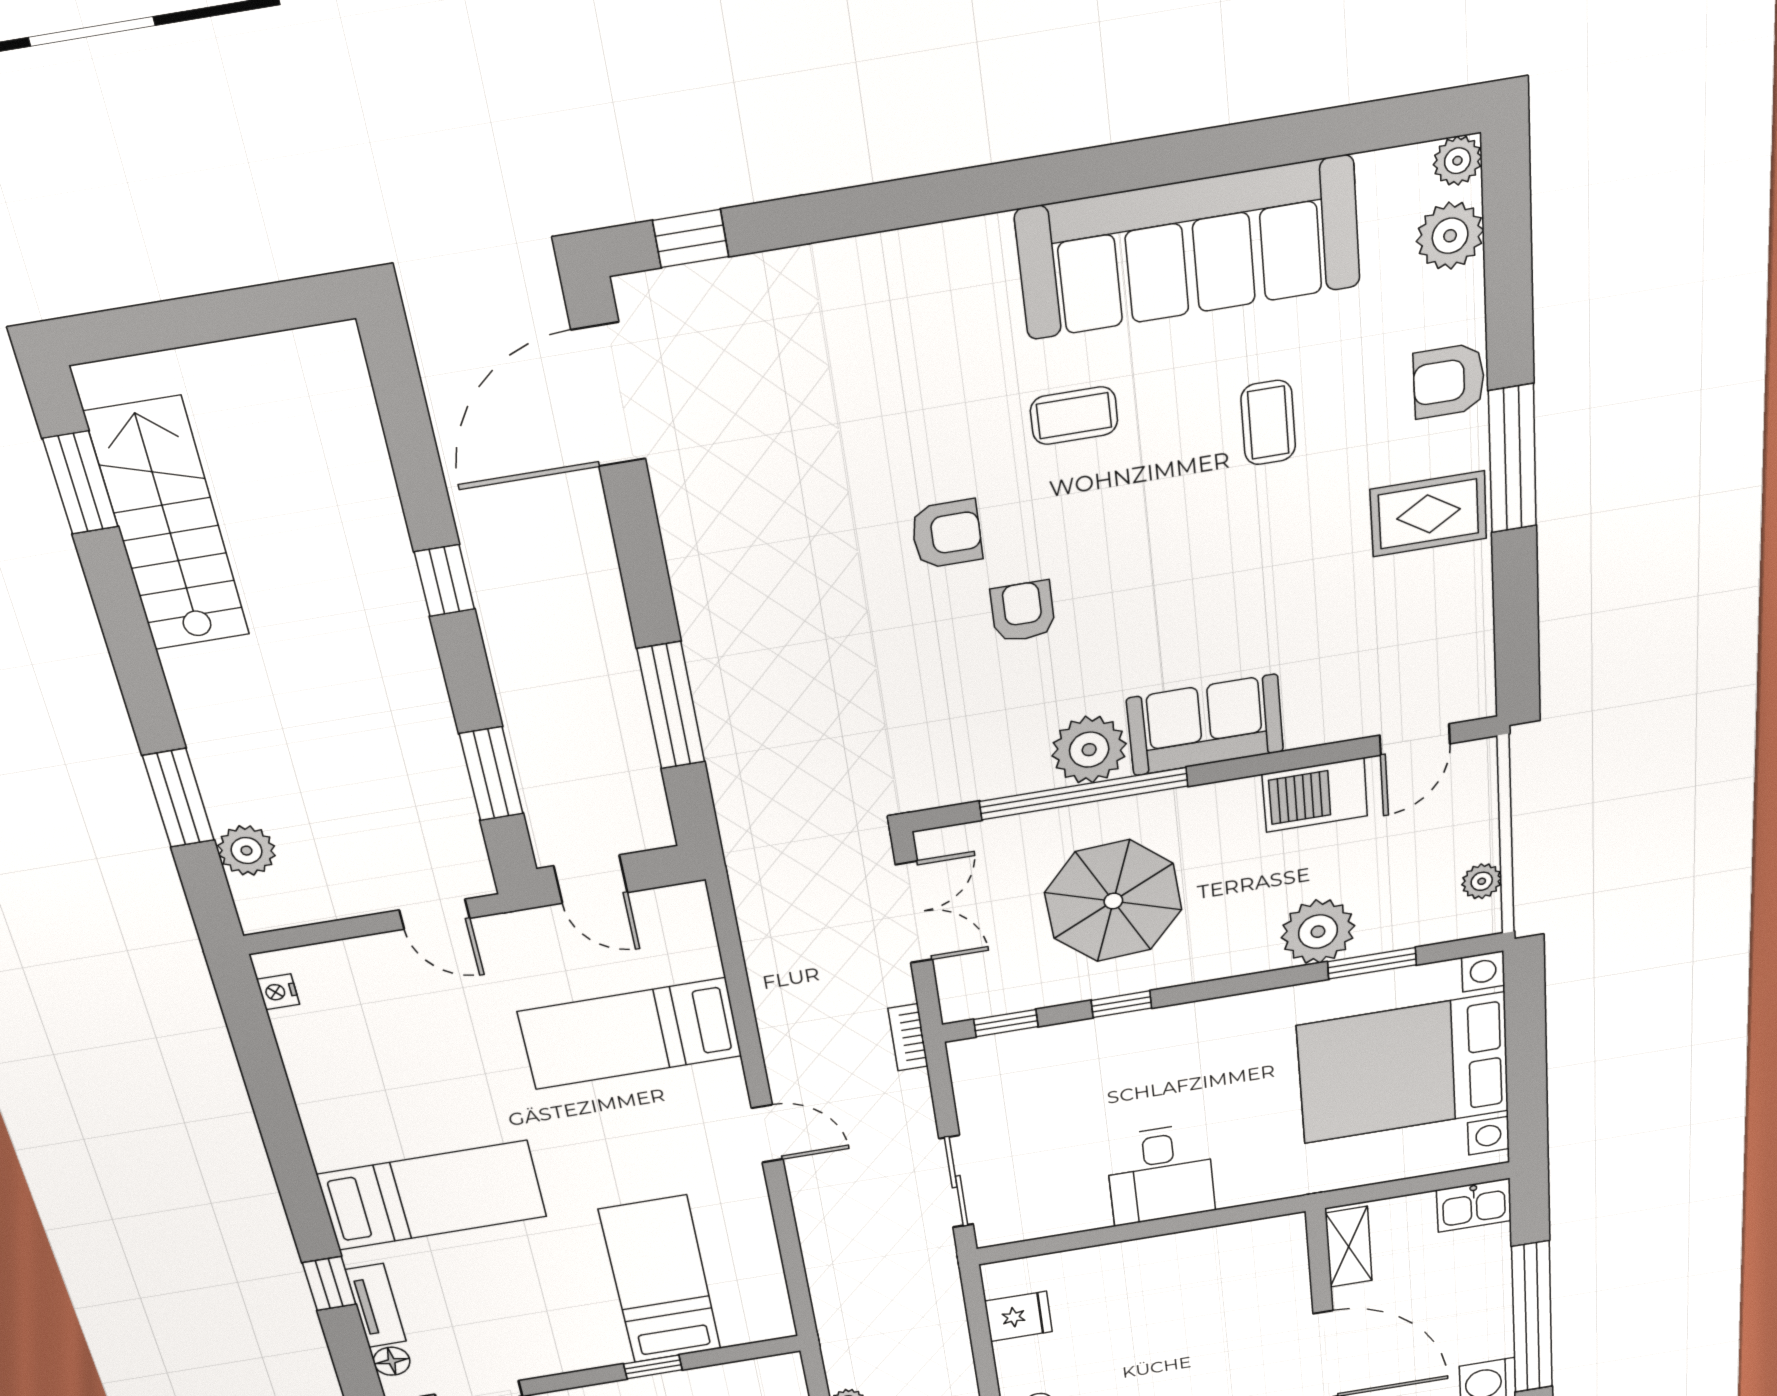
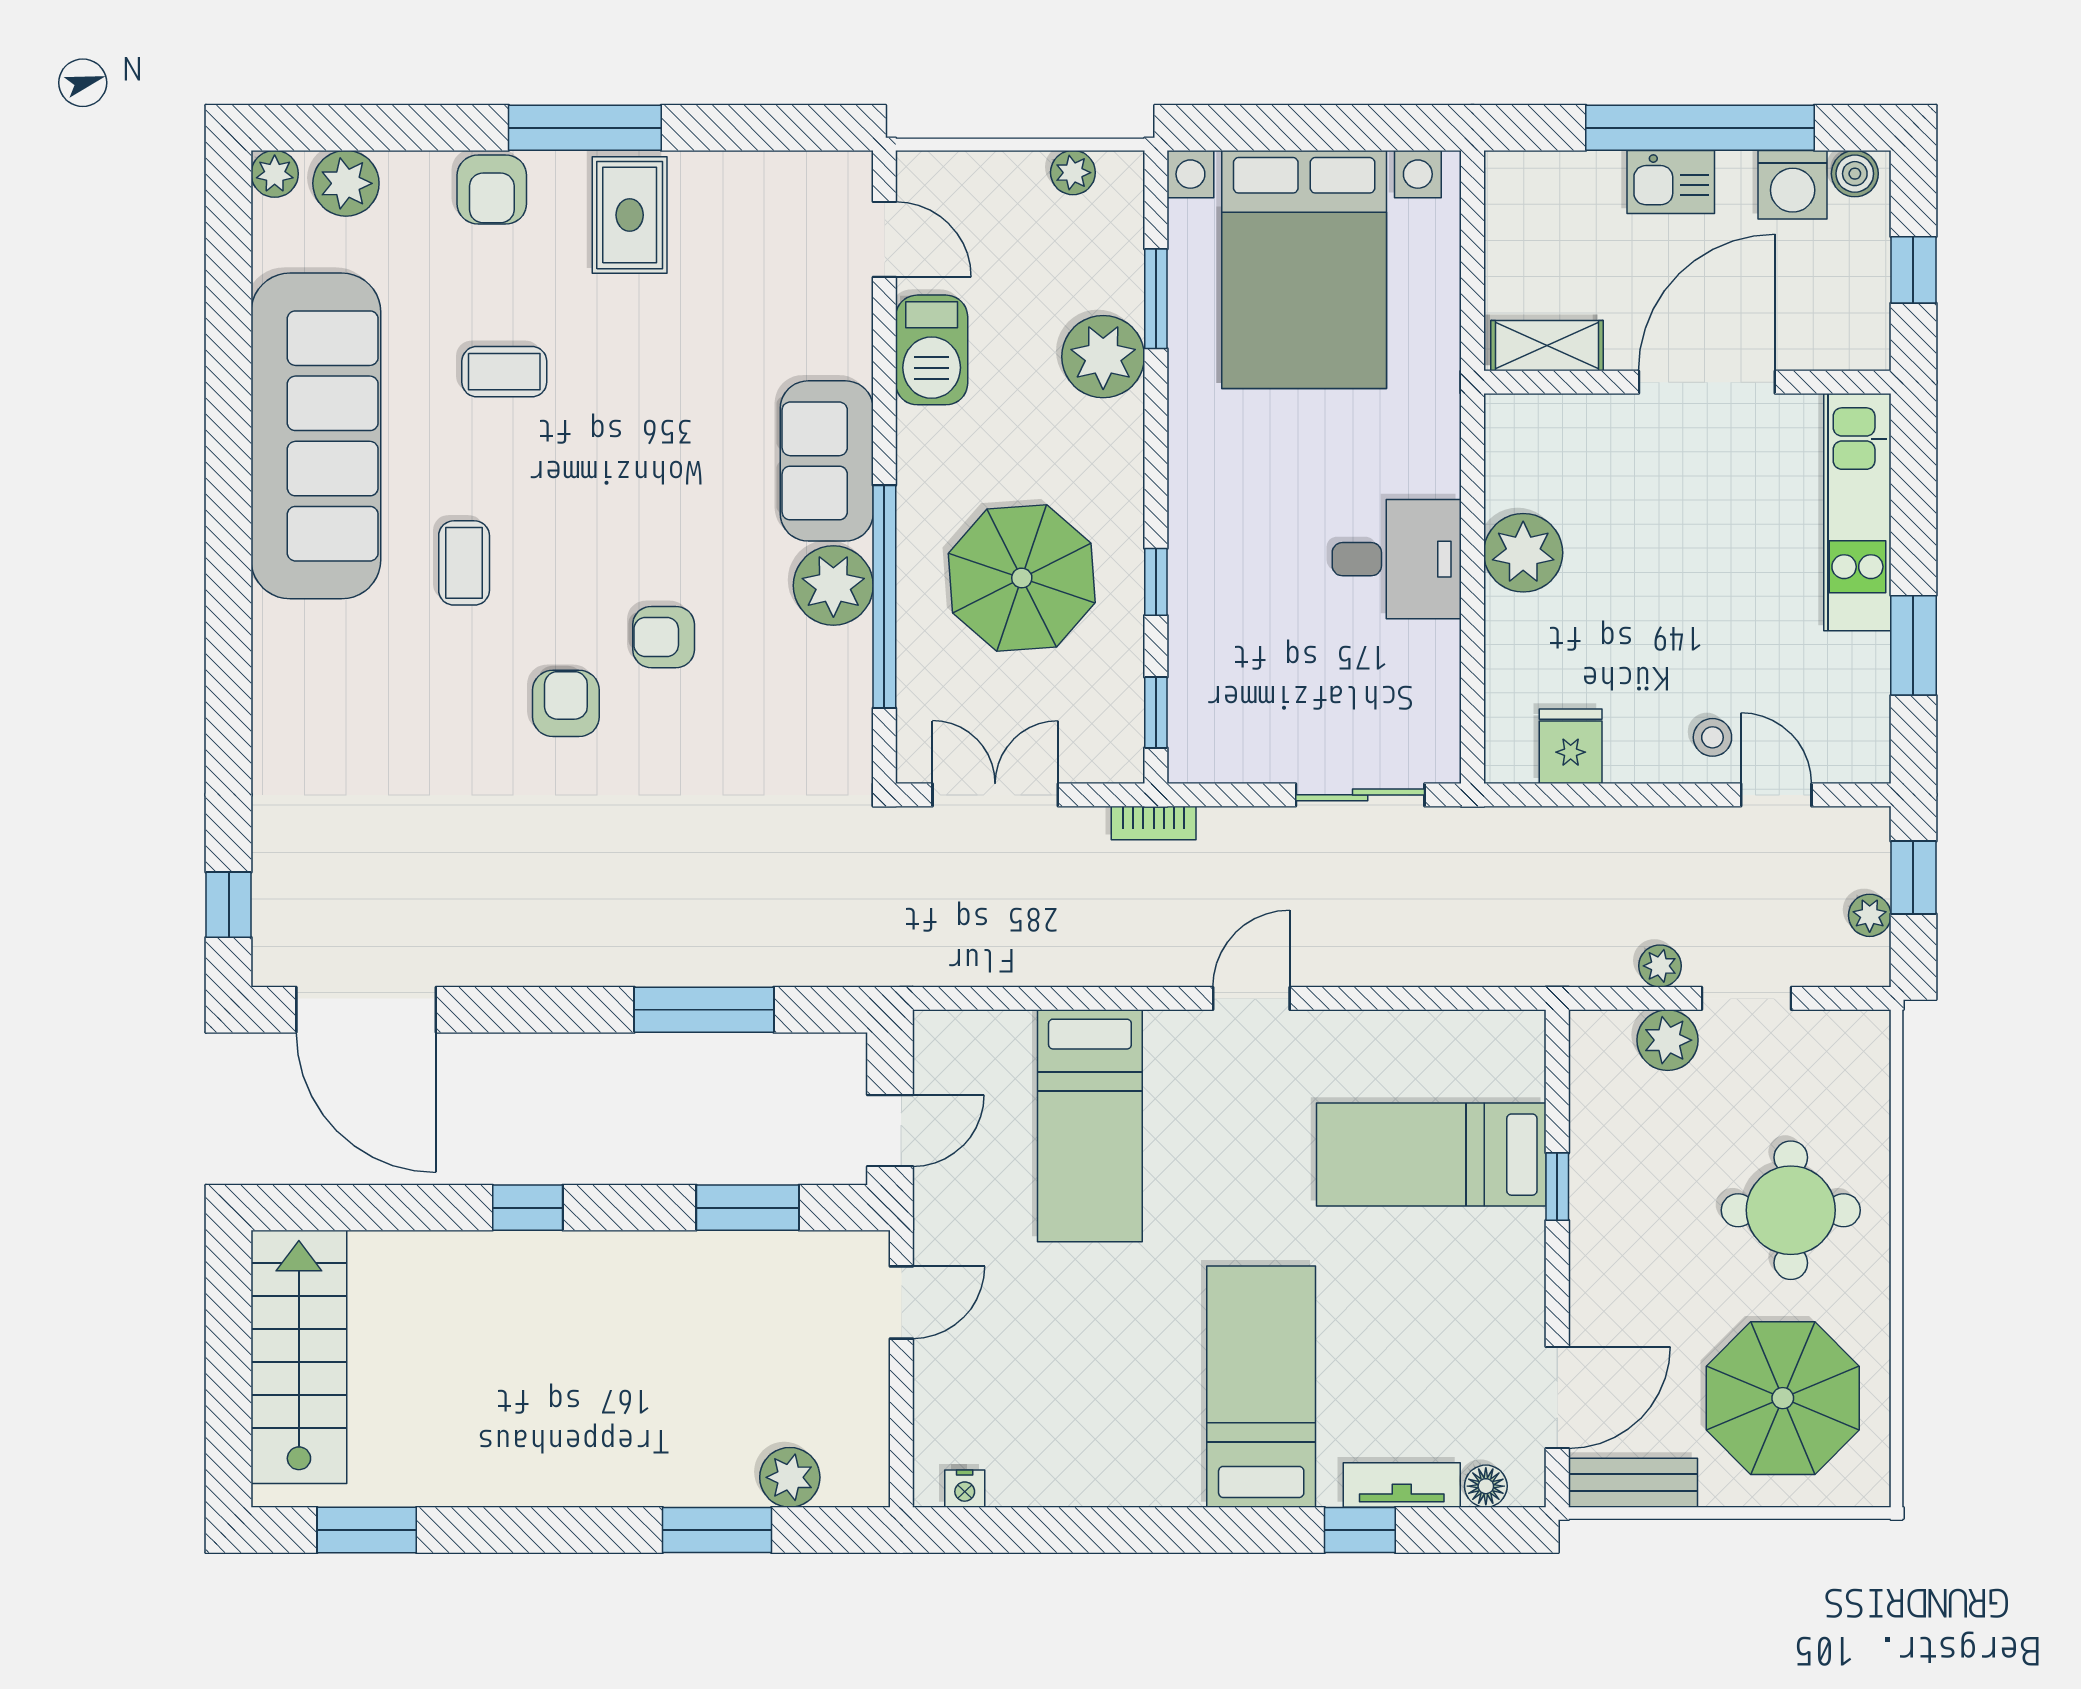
stairs: (168, 525) -> (299, 1357), moved, turned 90
kitchen sink: (1474, 1205) -> (1671, 182), moved, turned 90
plant: (1175, 1259) -> (1523, 553), added

